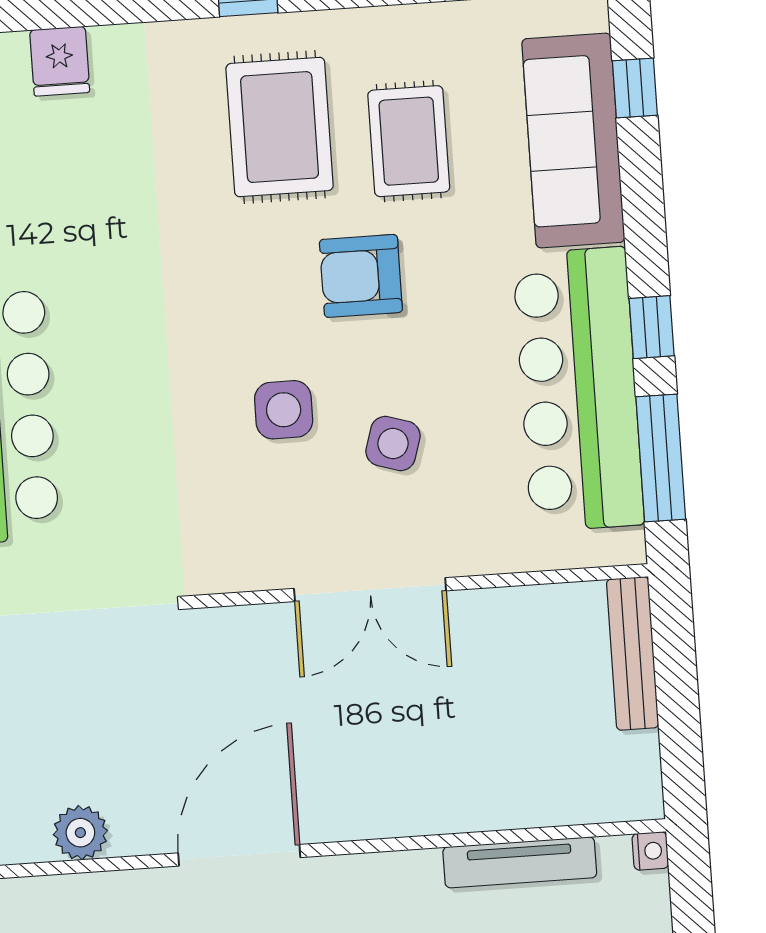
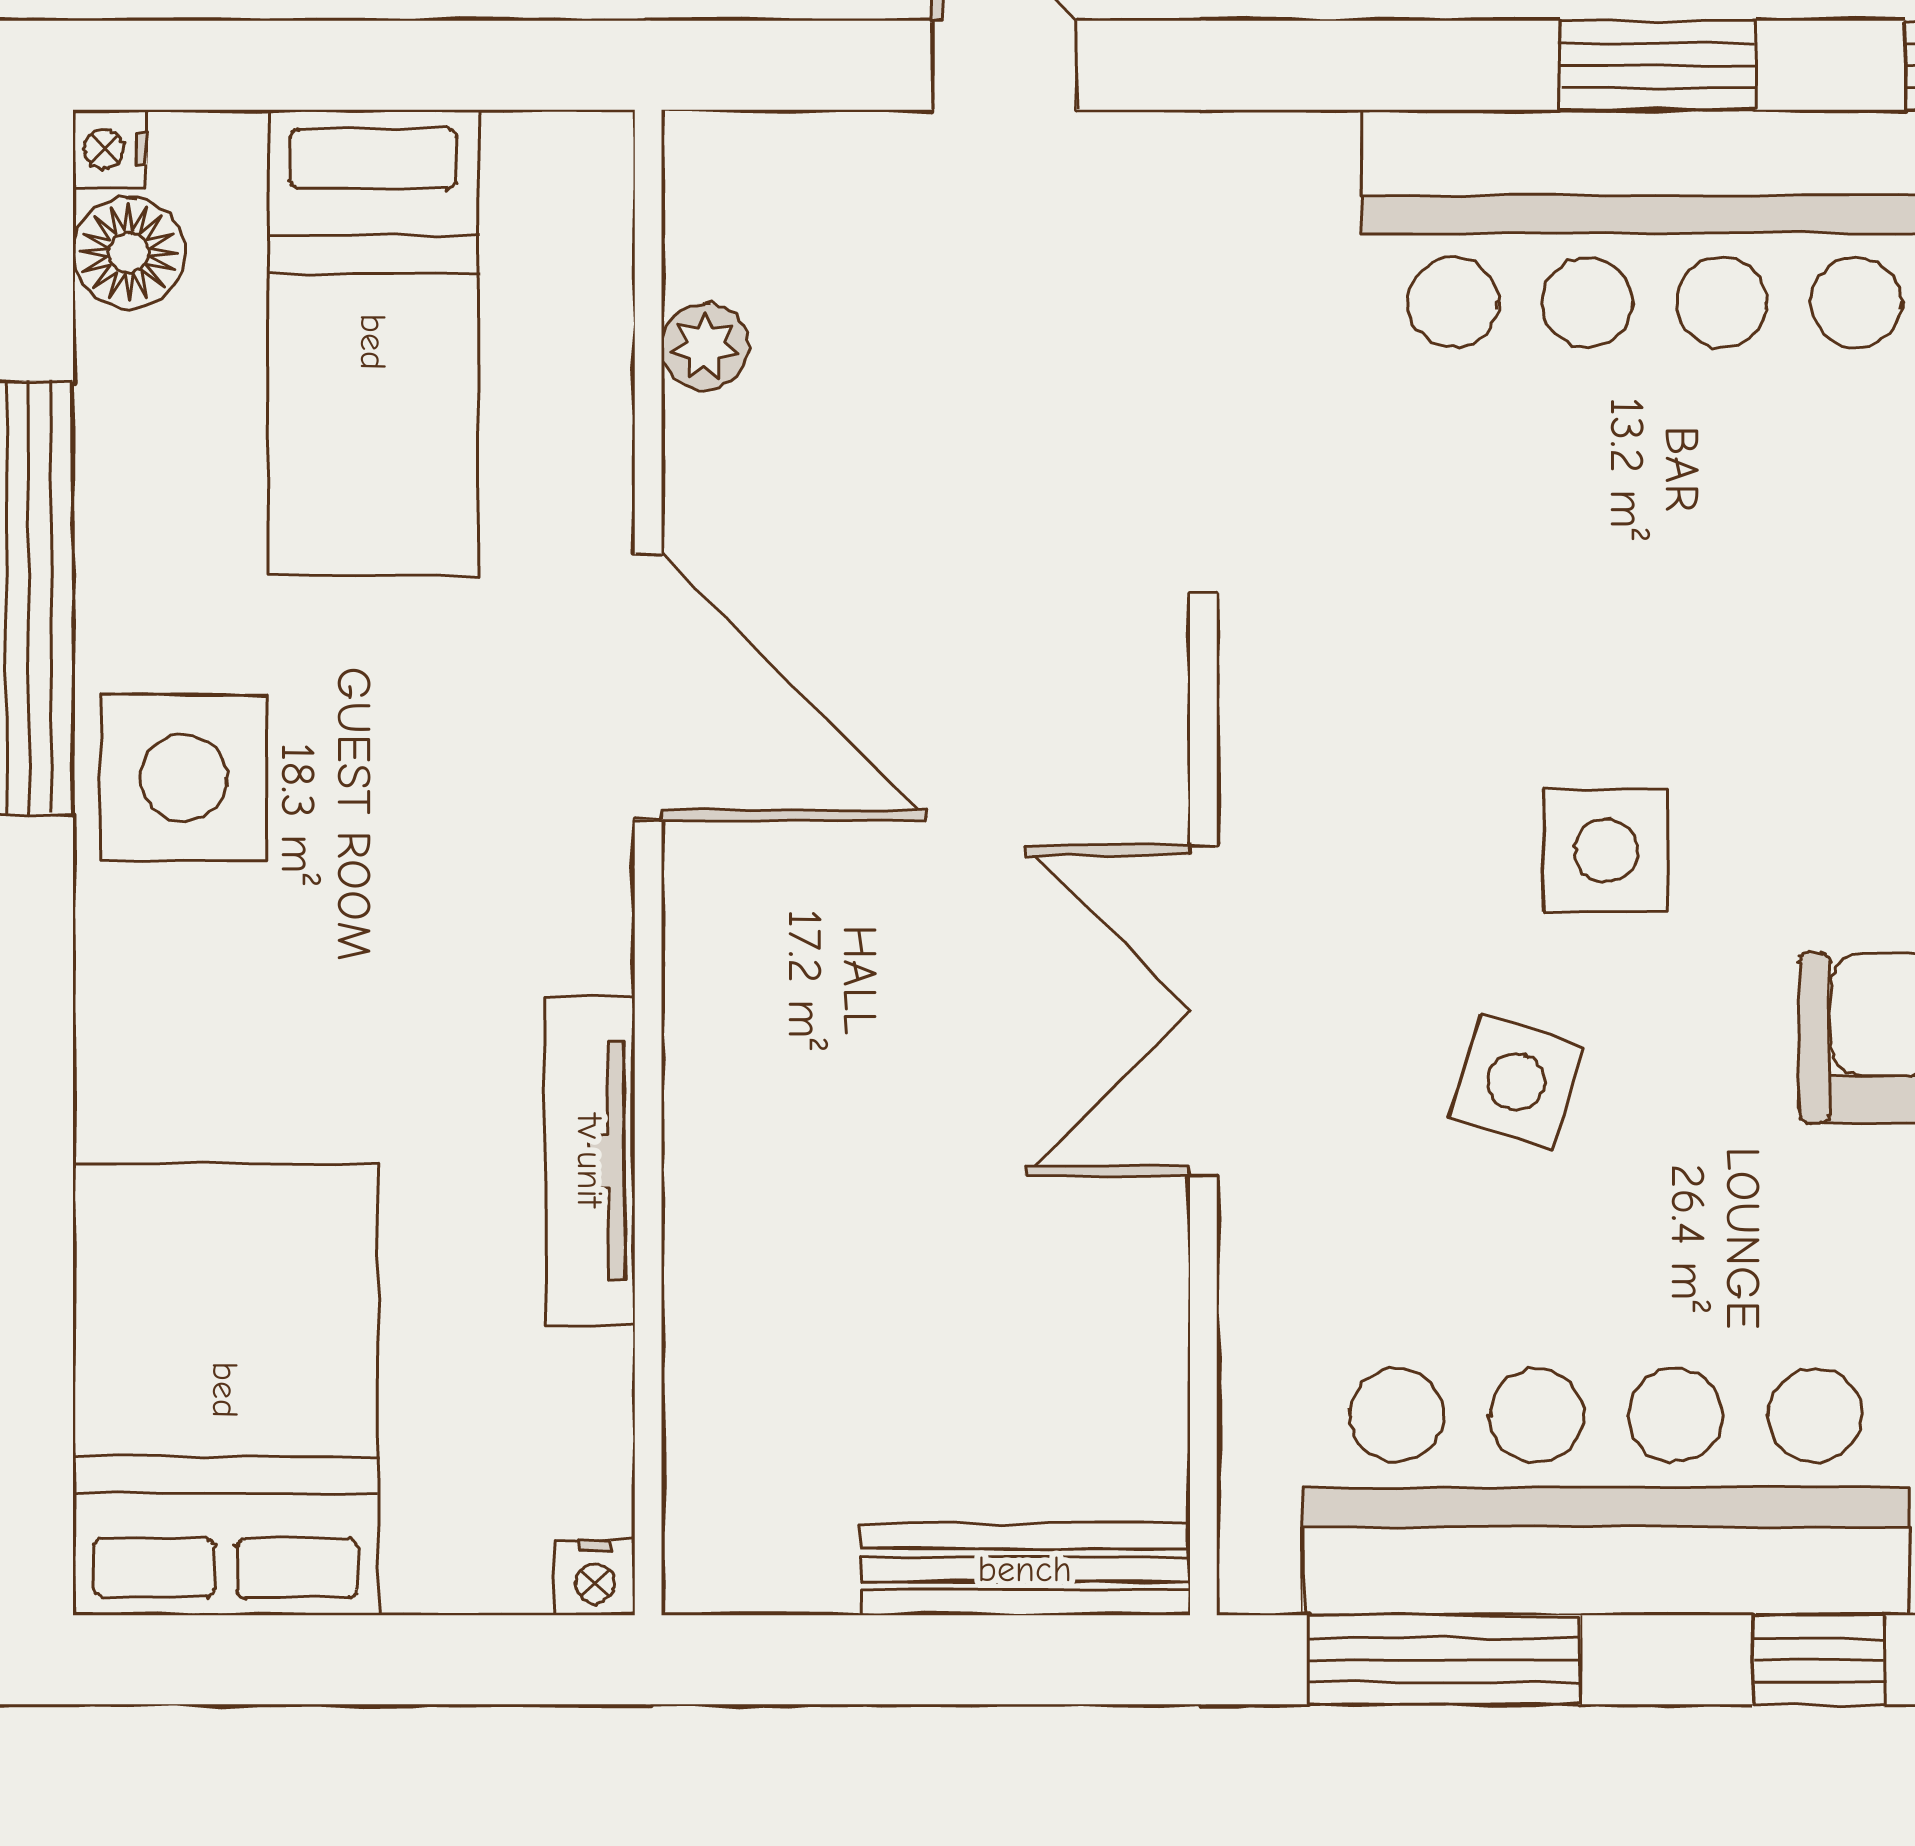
window: (652, 327) -> (1819, 1660), moved
plant: (80, 833) -> (705, 346), width x0.73, depth x0.73
tv unit: (520, 862) -> (590, 1161), moved

